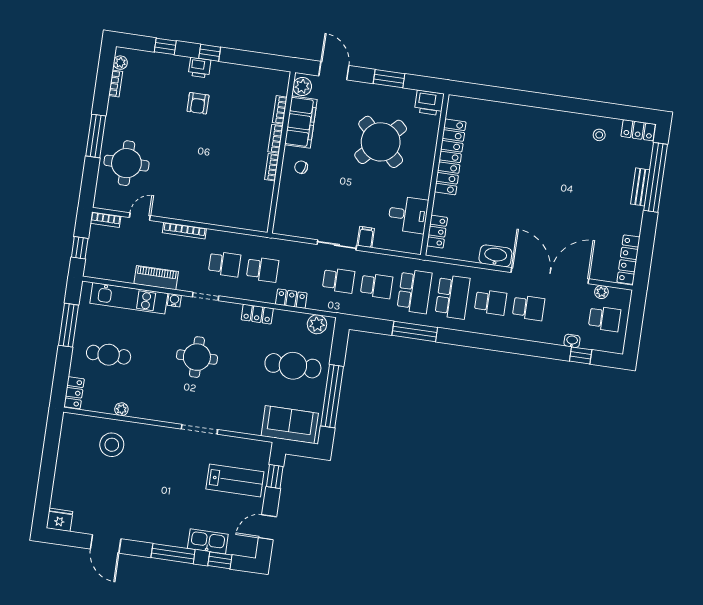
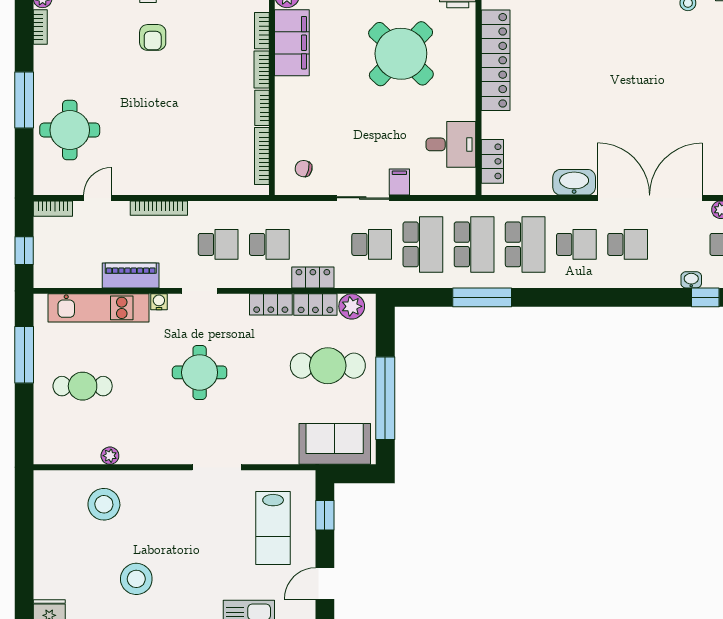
chair: (301, 167) -> (304, 169), moved
bookcase: (266, 203) -> (262, 156), added
school desk: (377, 286) -> (423, 244), width x1.85
locker: (74, 393) -> (315, 304), moved, turned 90
lab bench: (235, 480) -> (273, 528), turned 90
stool: (128, 504) -> (136, 579), added

